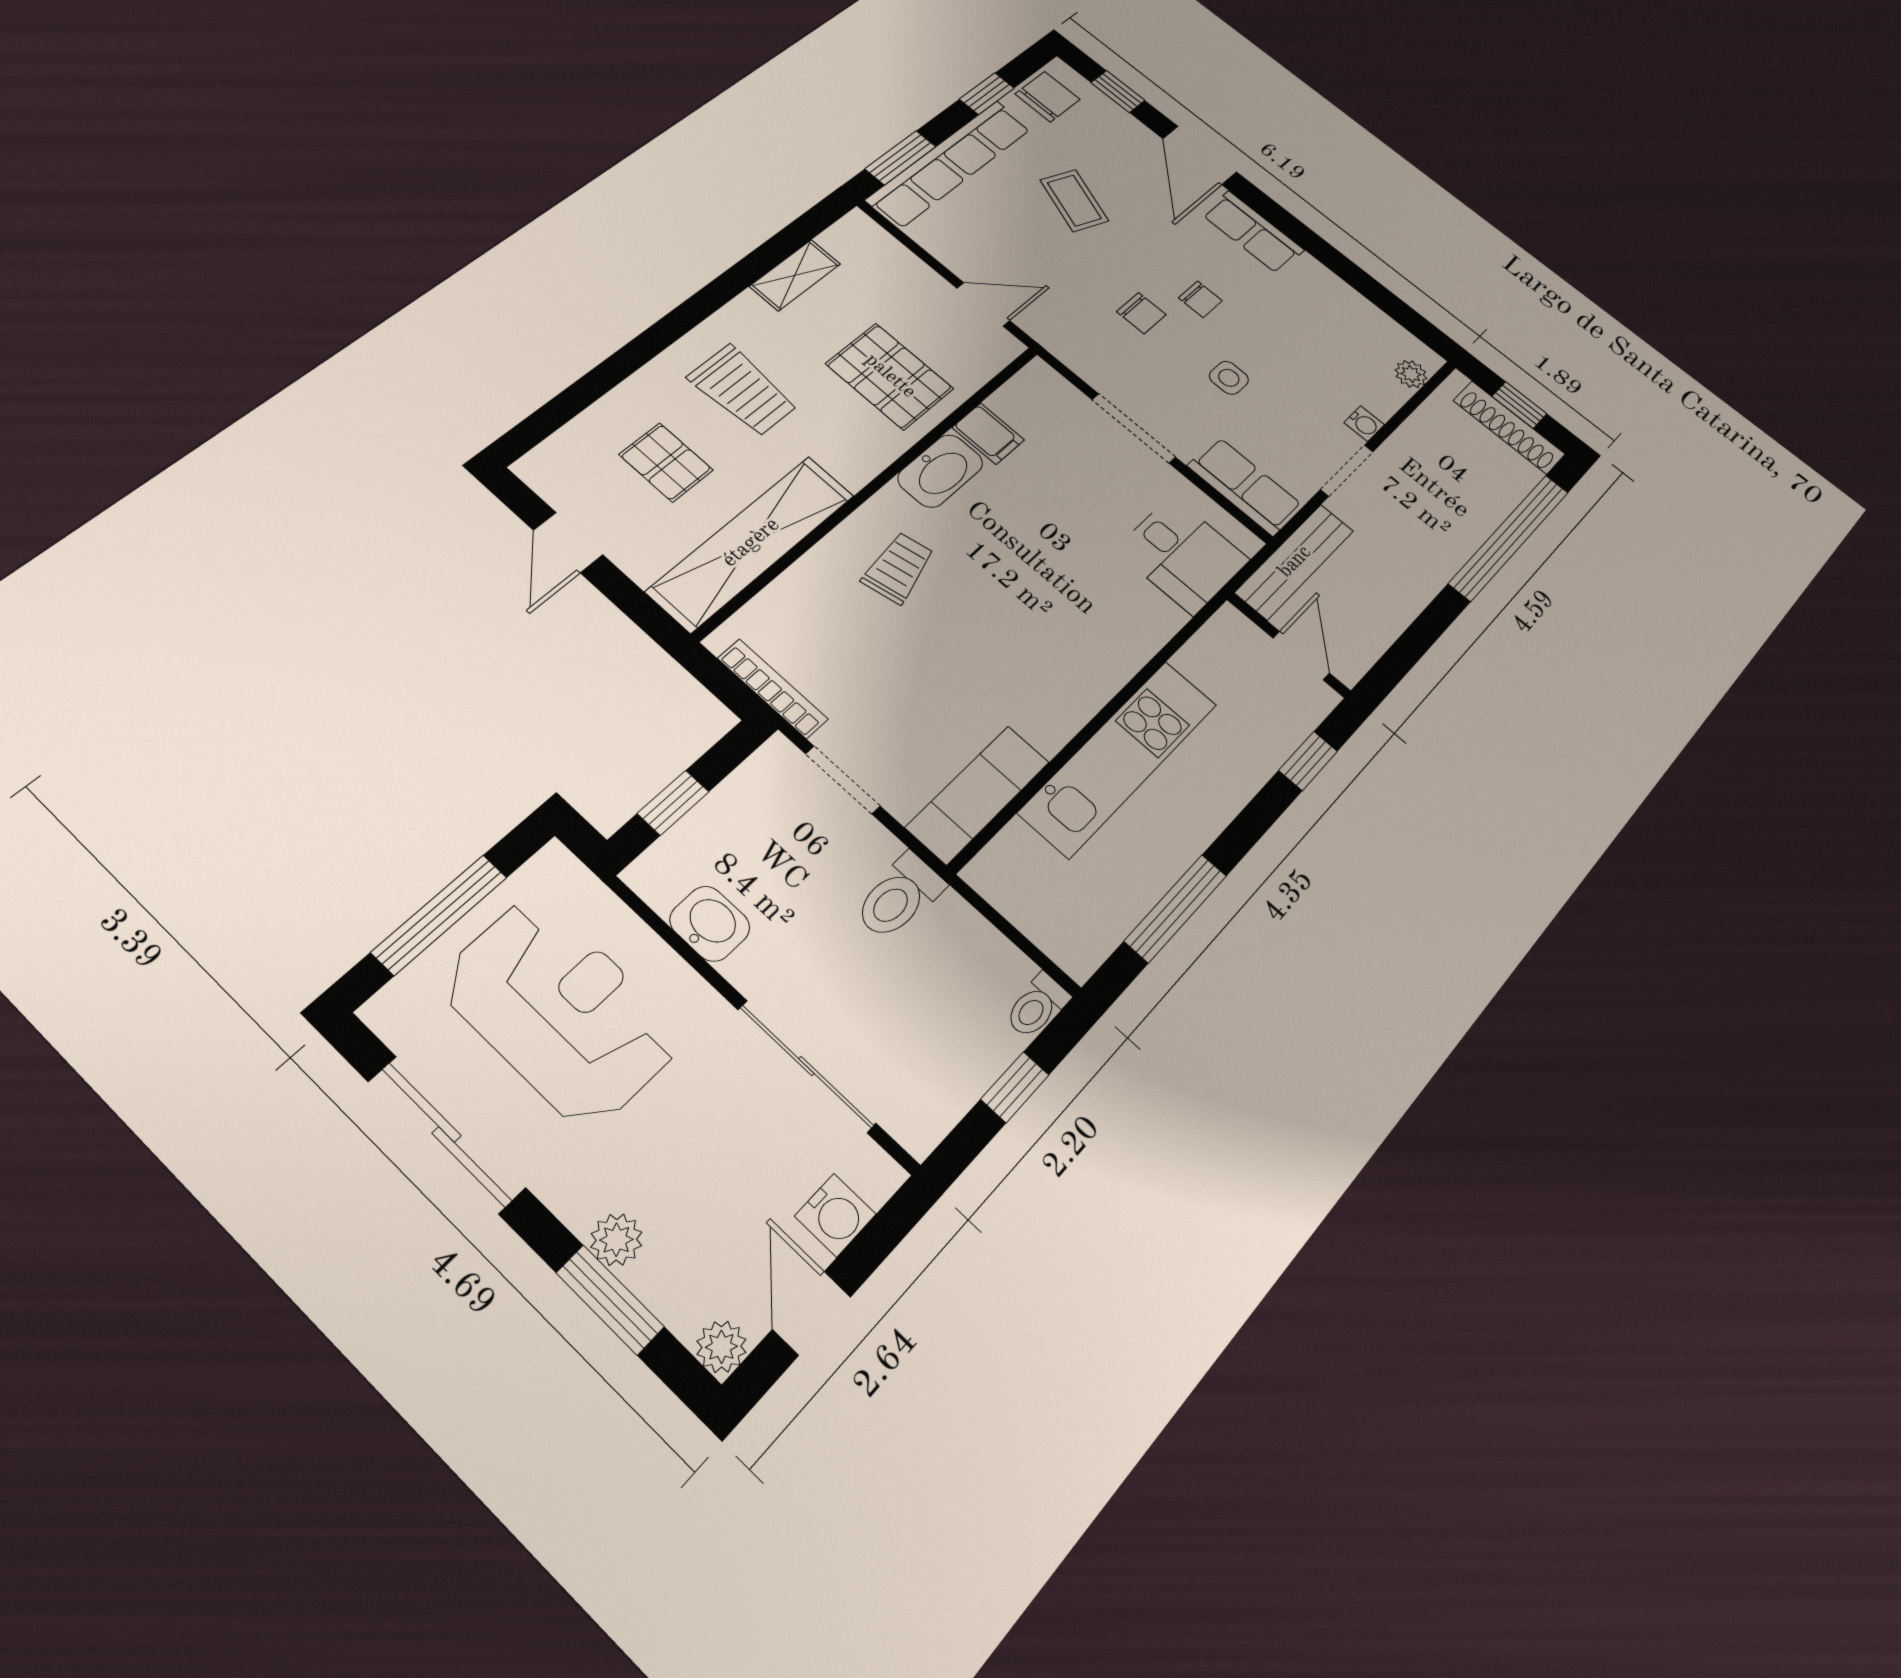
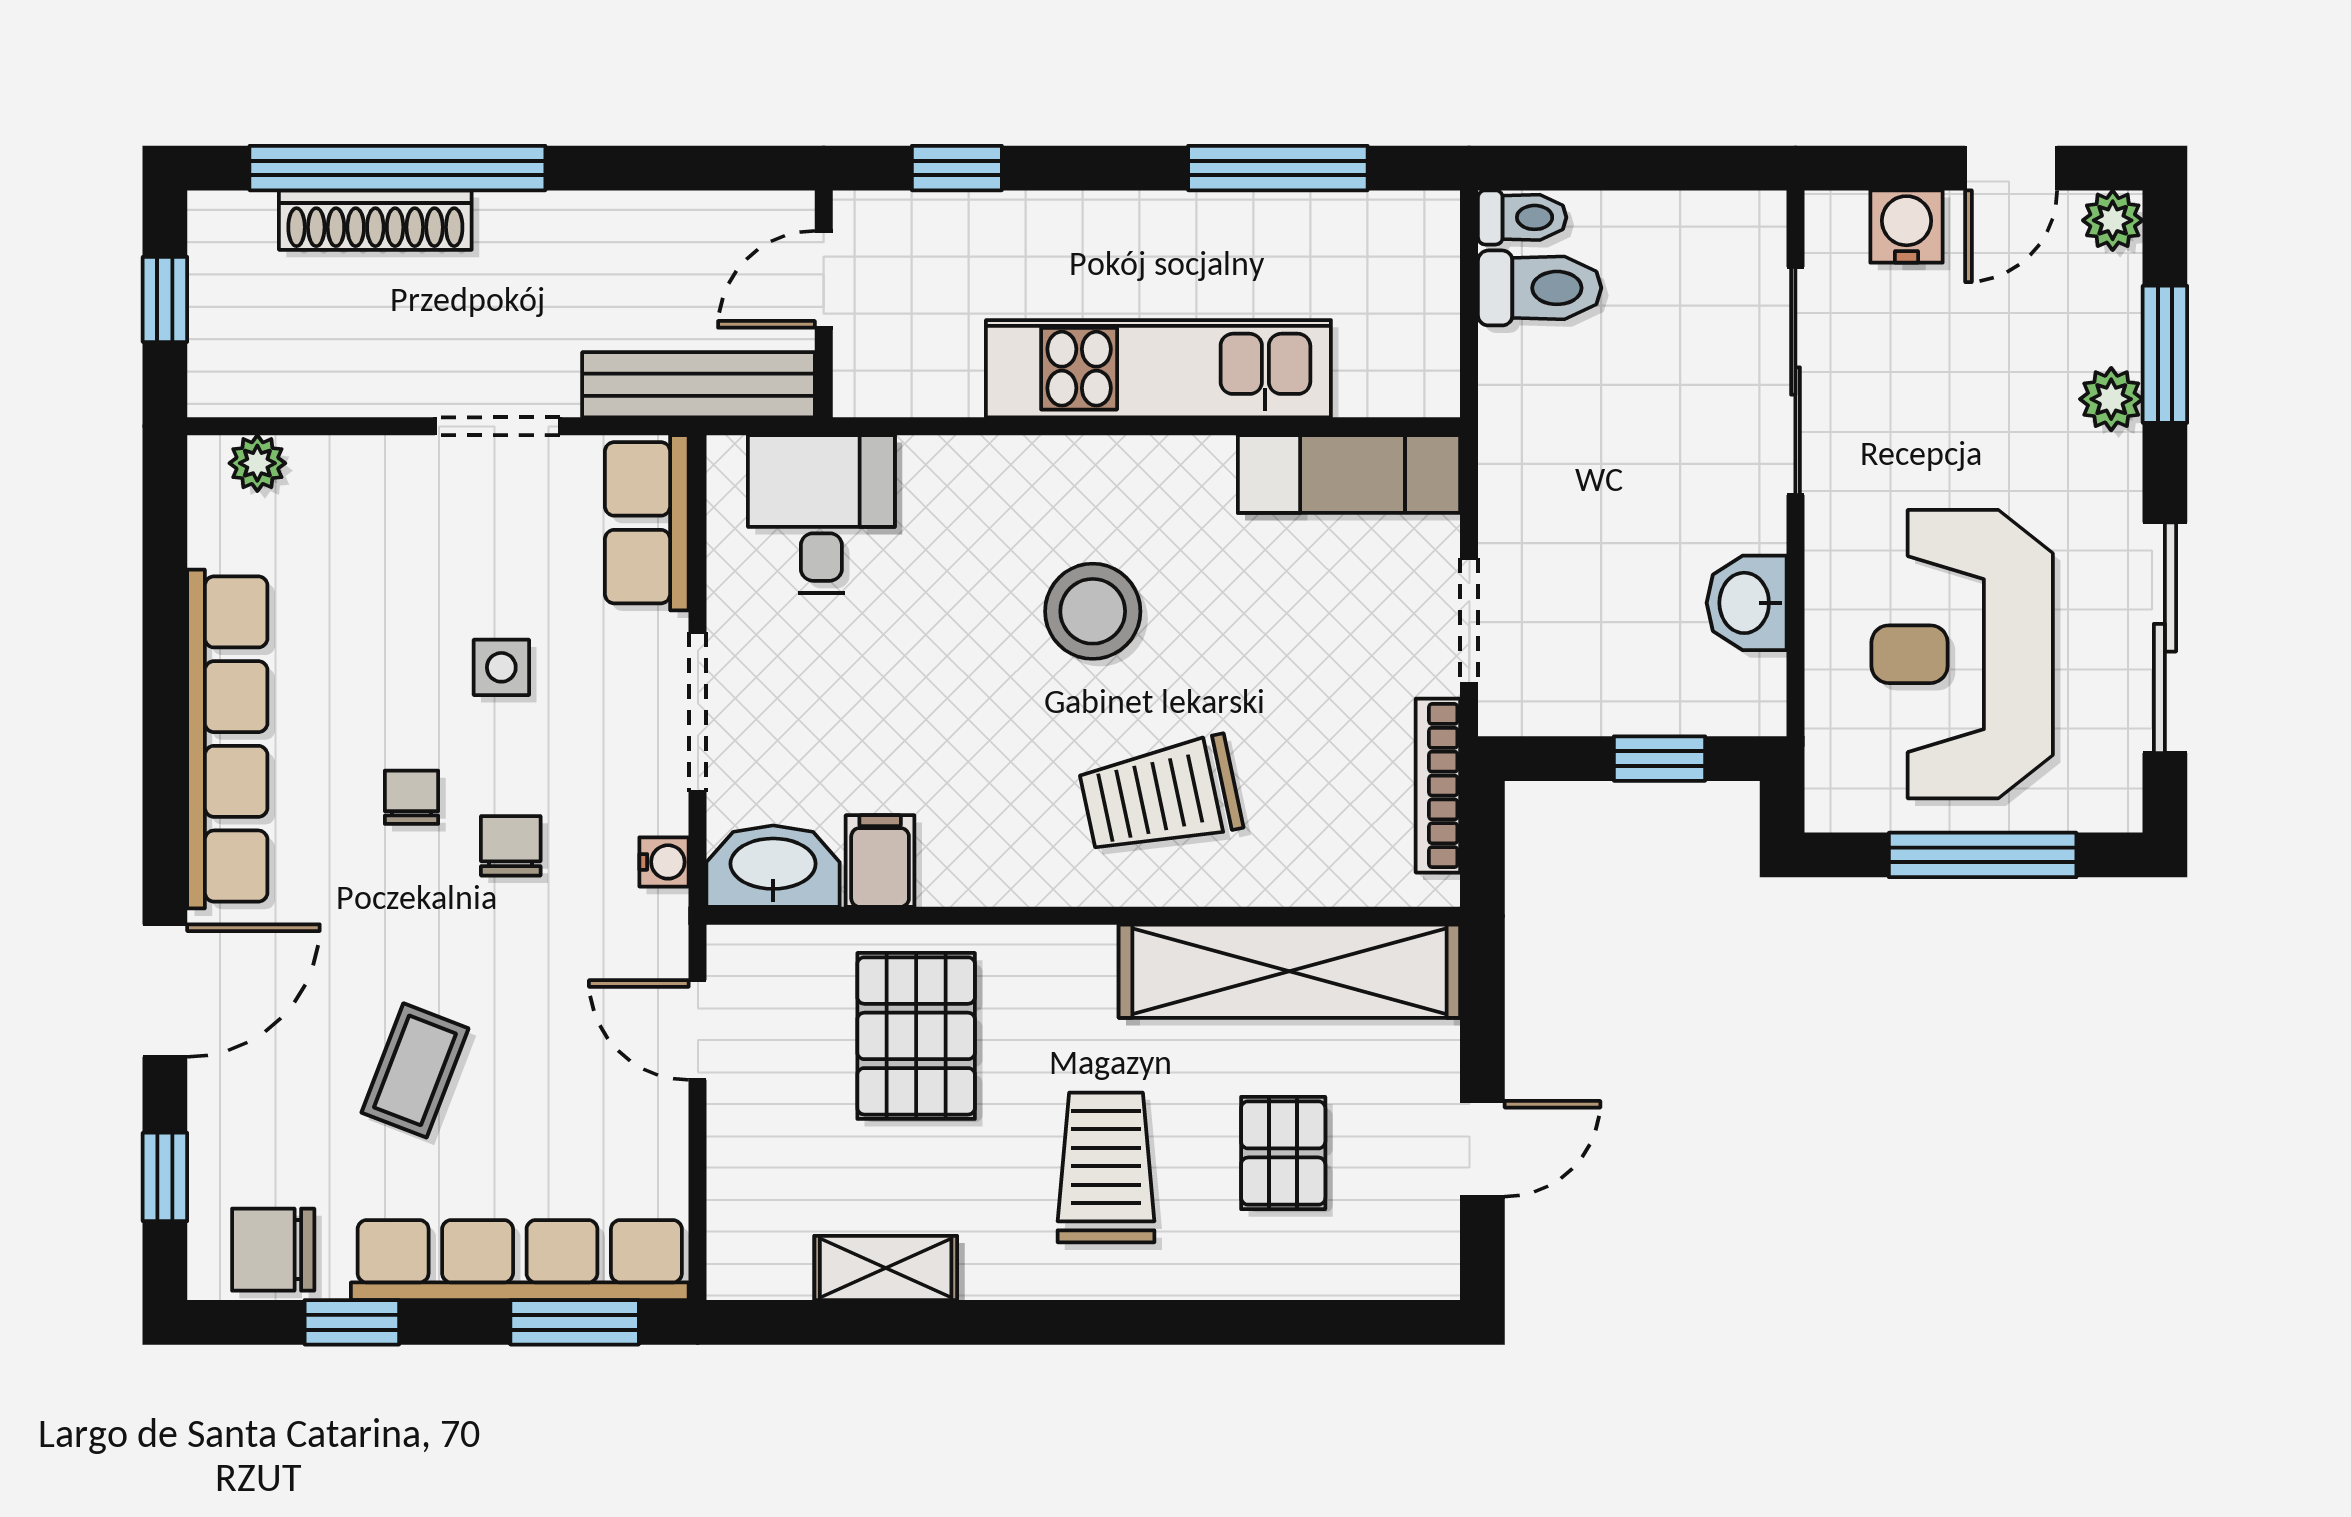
row of seats: (1253, 232) -> (227, 739), width x2.02
water cooler: (1364, 424) -> (664, 862), moved, turned 90
shoe rack: (1509, 427) -> (375, 220), moved, turned 90
washbasin: (940, 471) -> (773, 866), moved
trolley: (898, 568) -> (1161, 796), width x1.36, depth x1.39
stool: (1021, 621) -> (1093, 611), added
toilet: (899, 897) -> (1540, 288), moved
window: (1015, 1087) -> (1626, 168), removed

